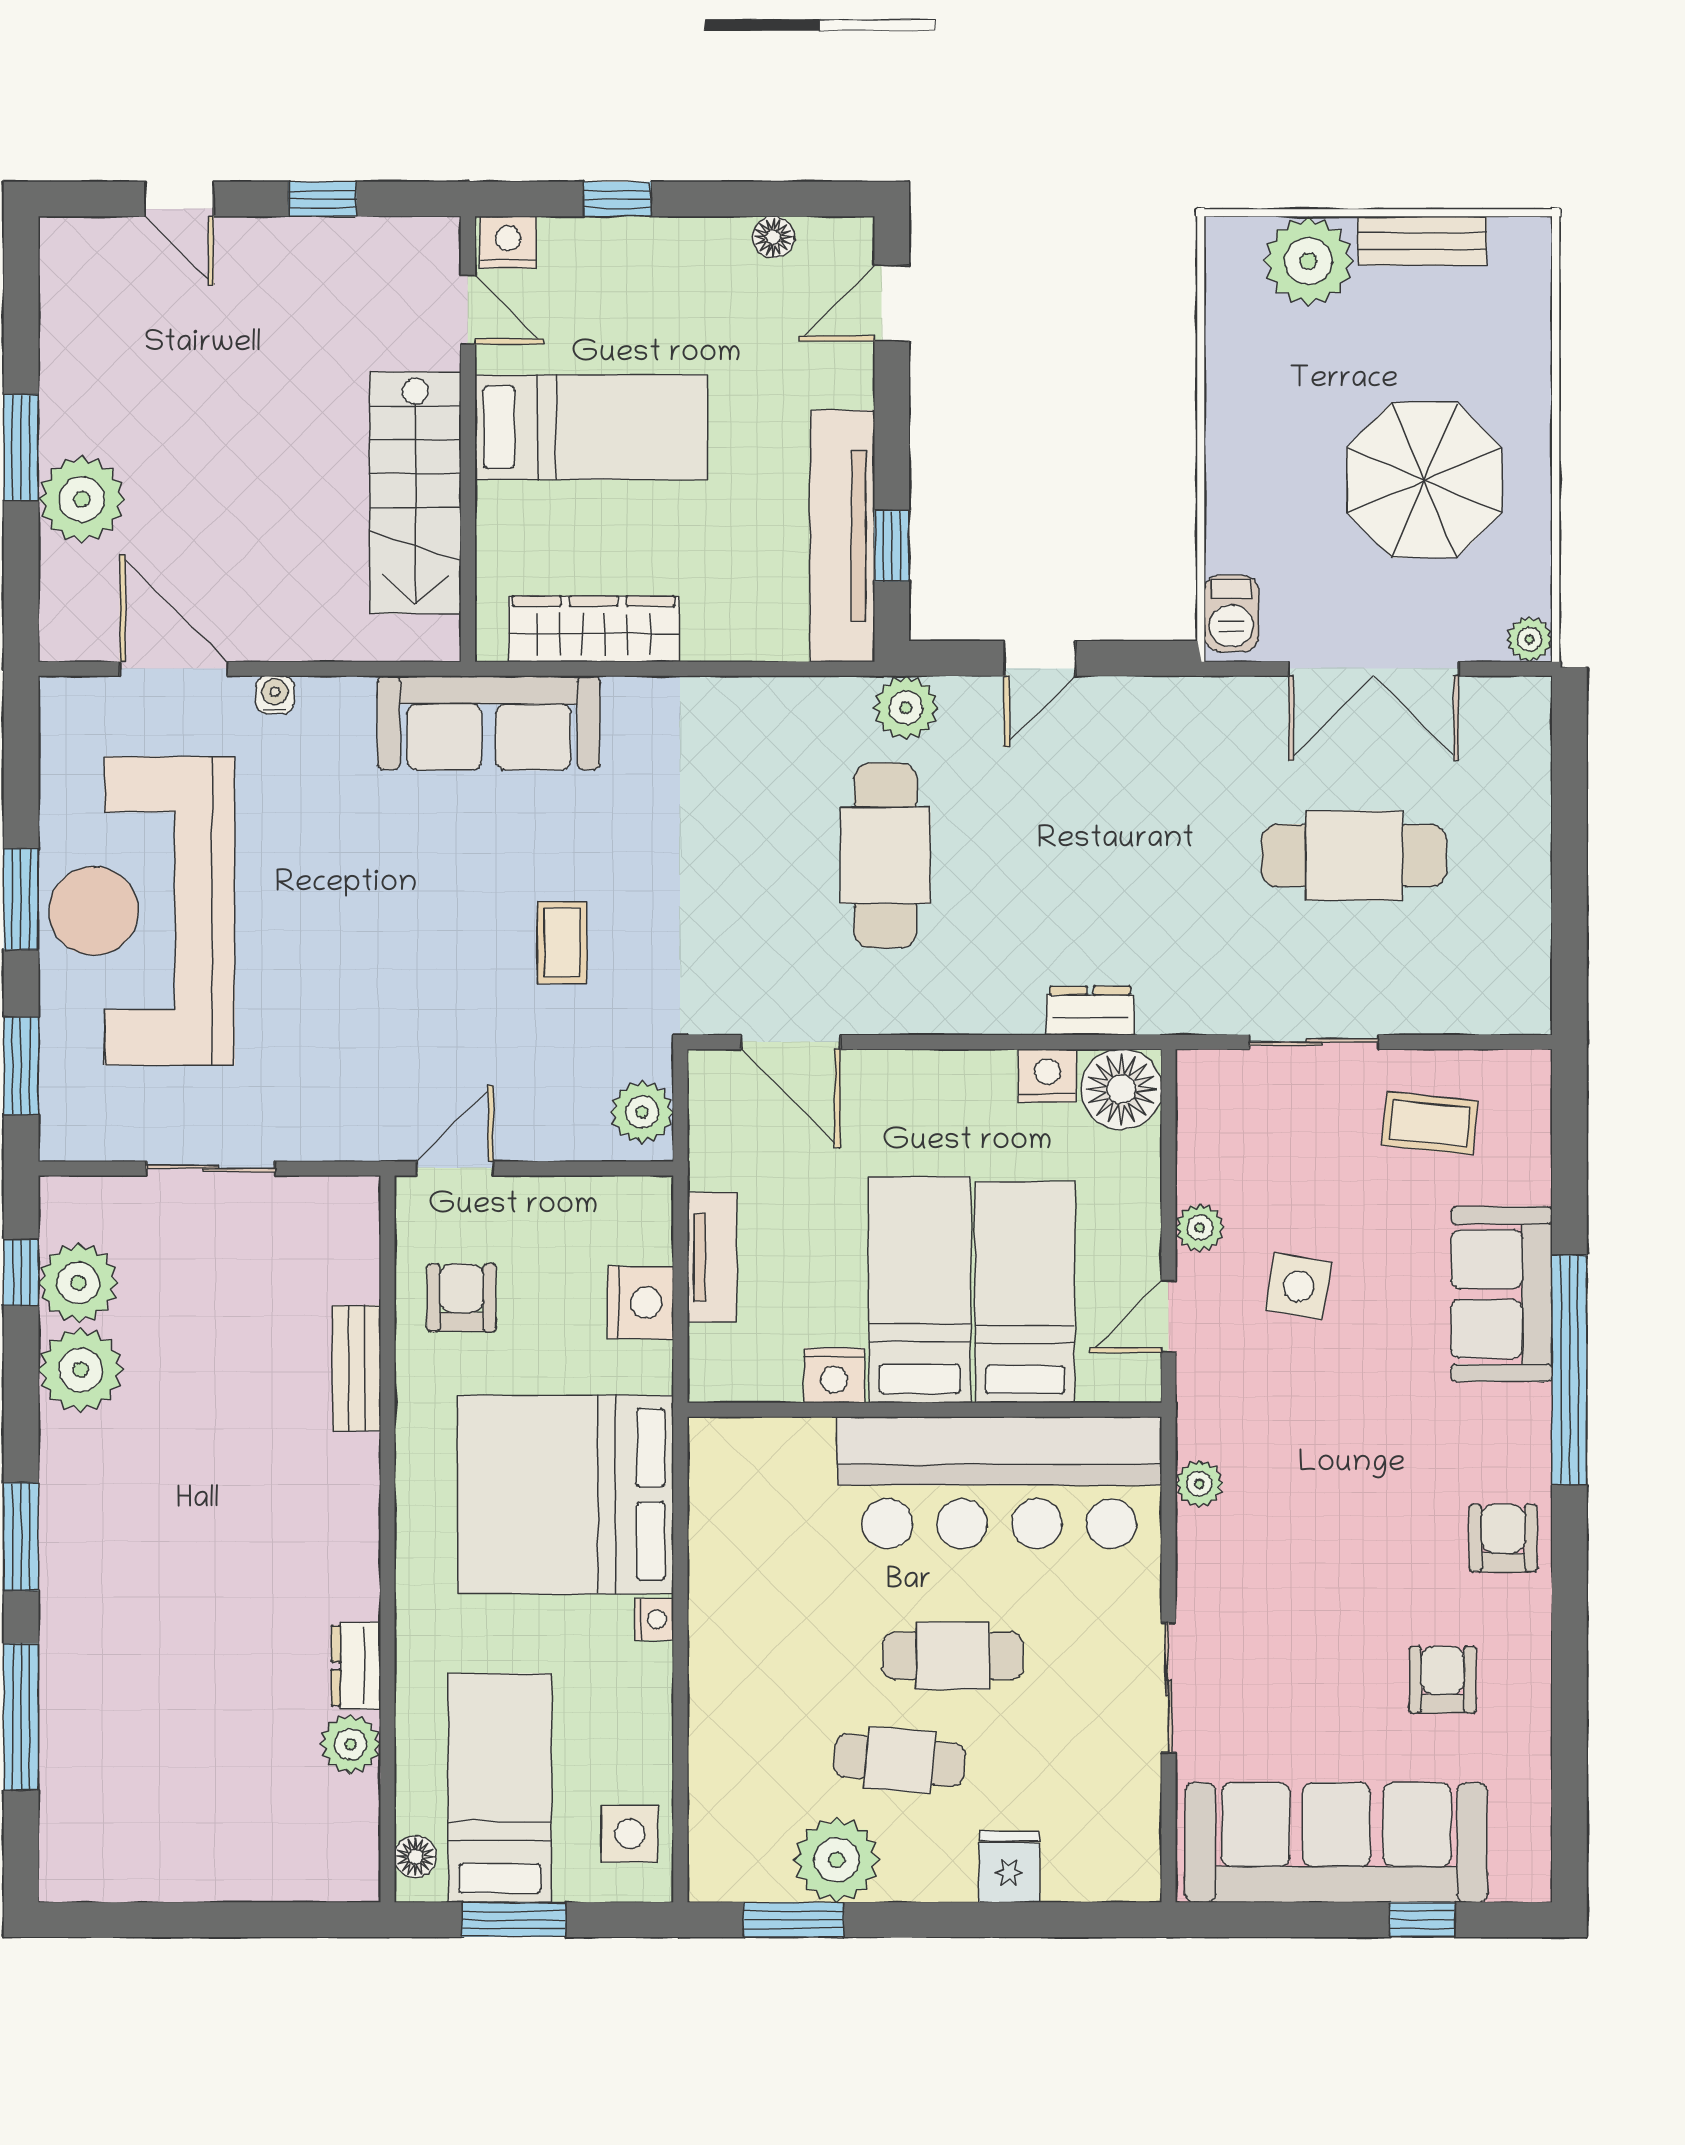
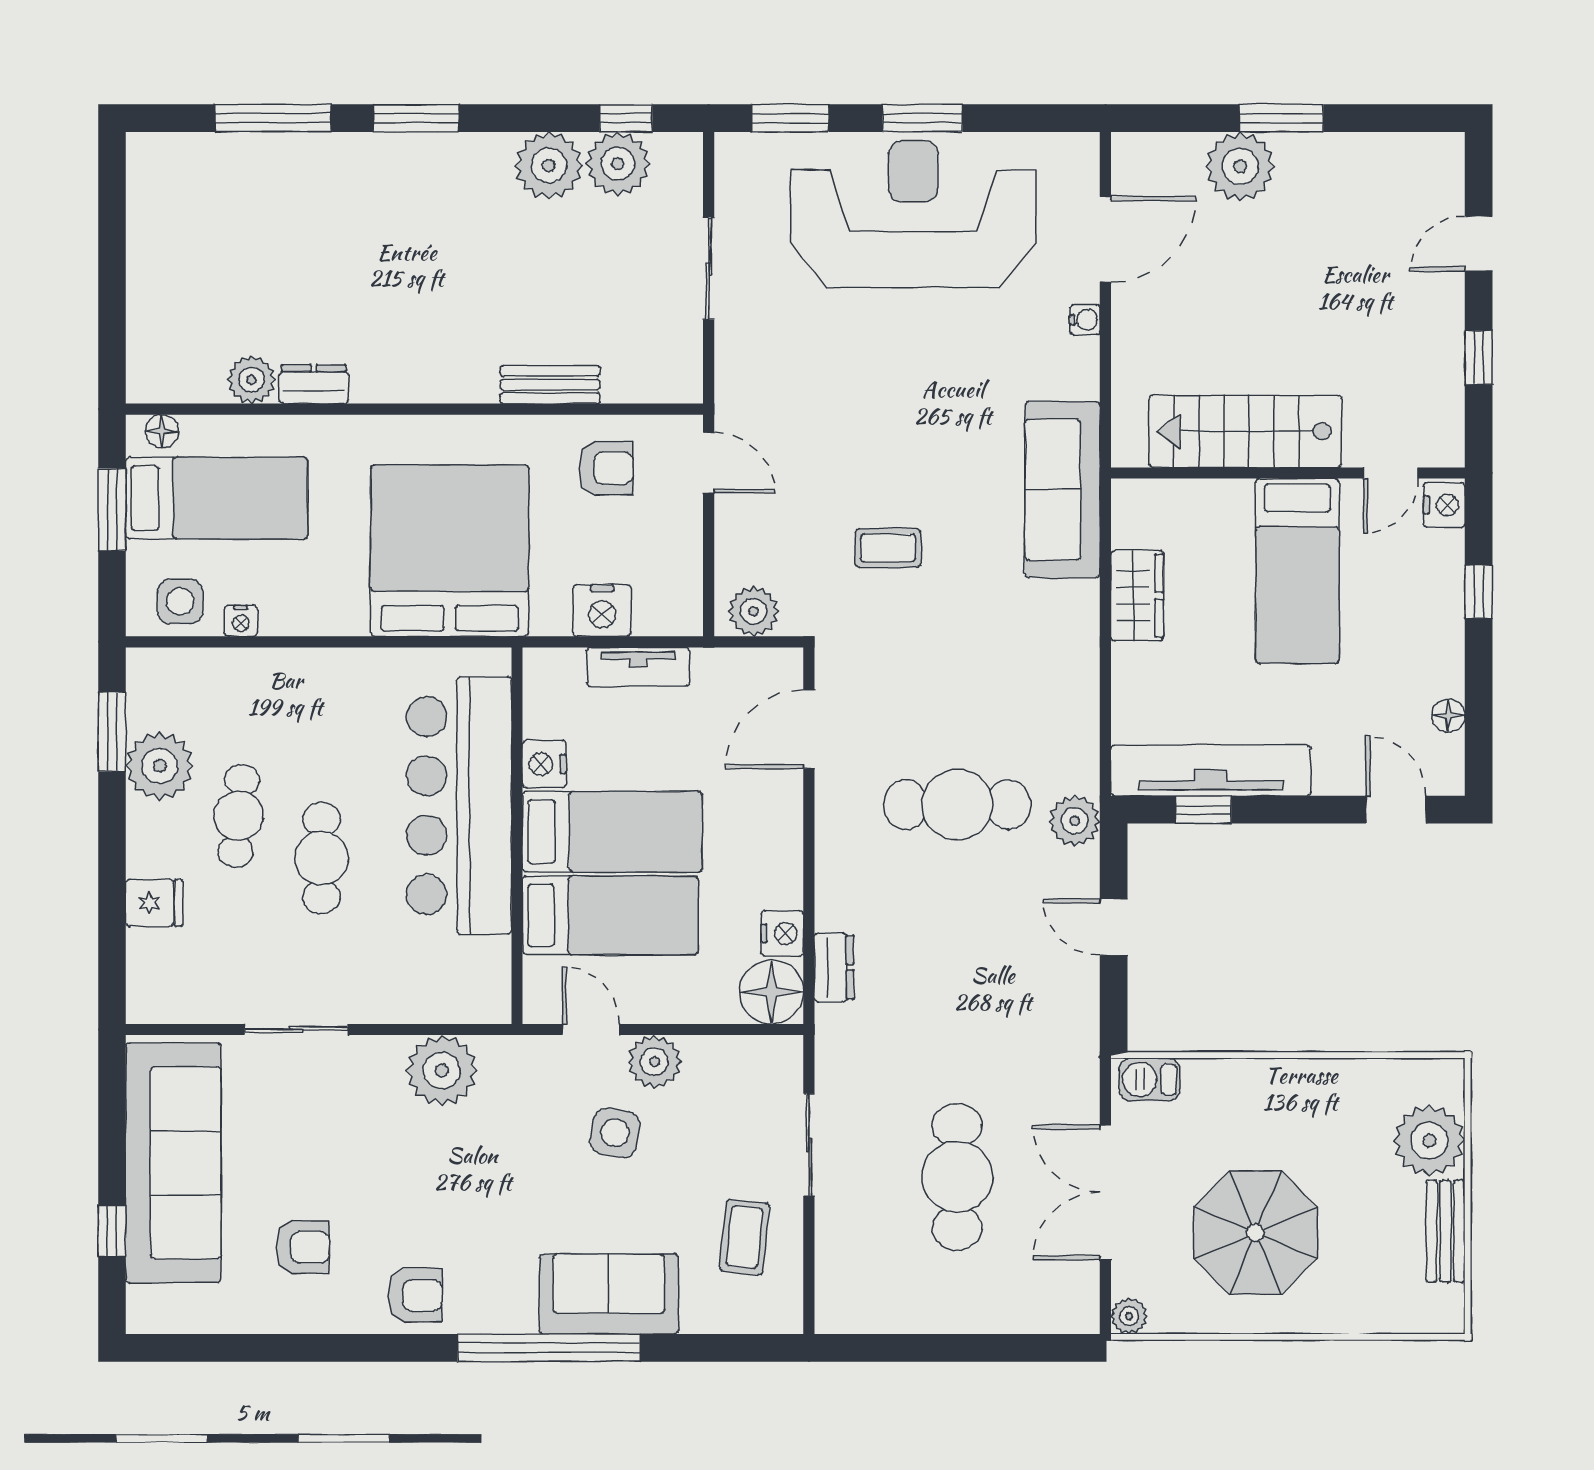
wardrobe: (594, 629) -> (1137, 596), width x0.67
plant: (1200, 1228) -> (654, 1062), width x1.38, depth x1.38
bar counter: (999, 1483) -> (459, 805), moved
plant: (1199, 1484) -> (442, 1070), width x1.88, depth x1.88
nightstand: (654, 1619) -> (241, 621), moved

